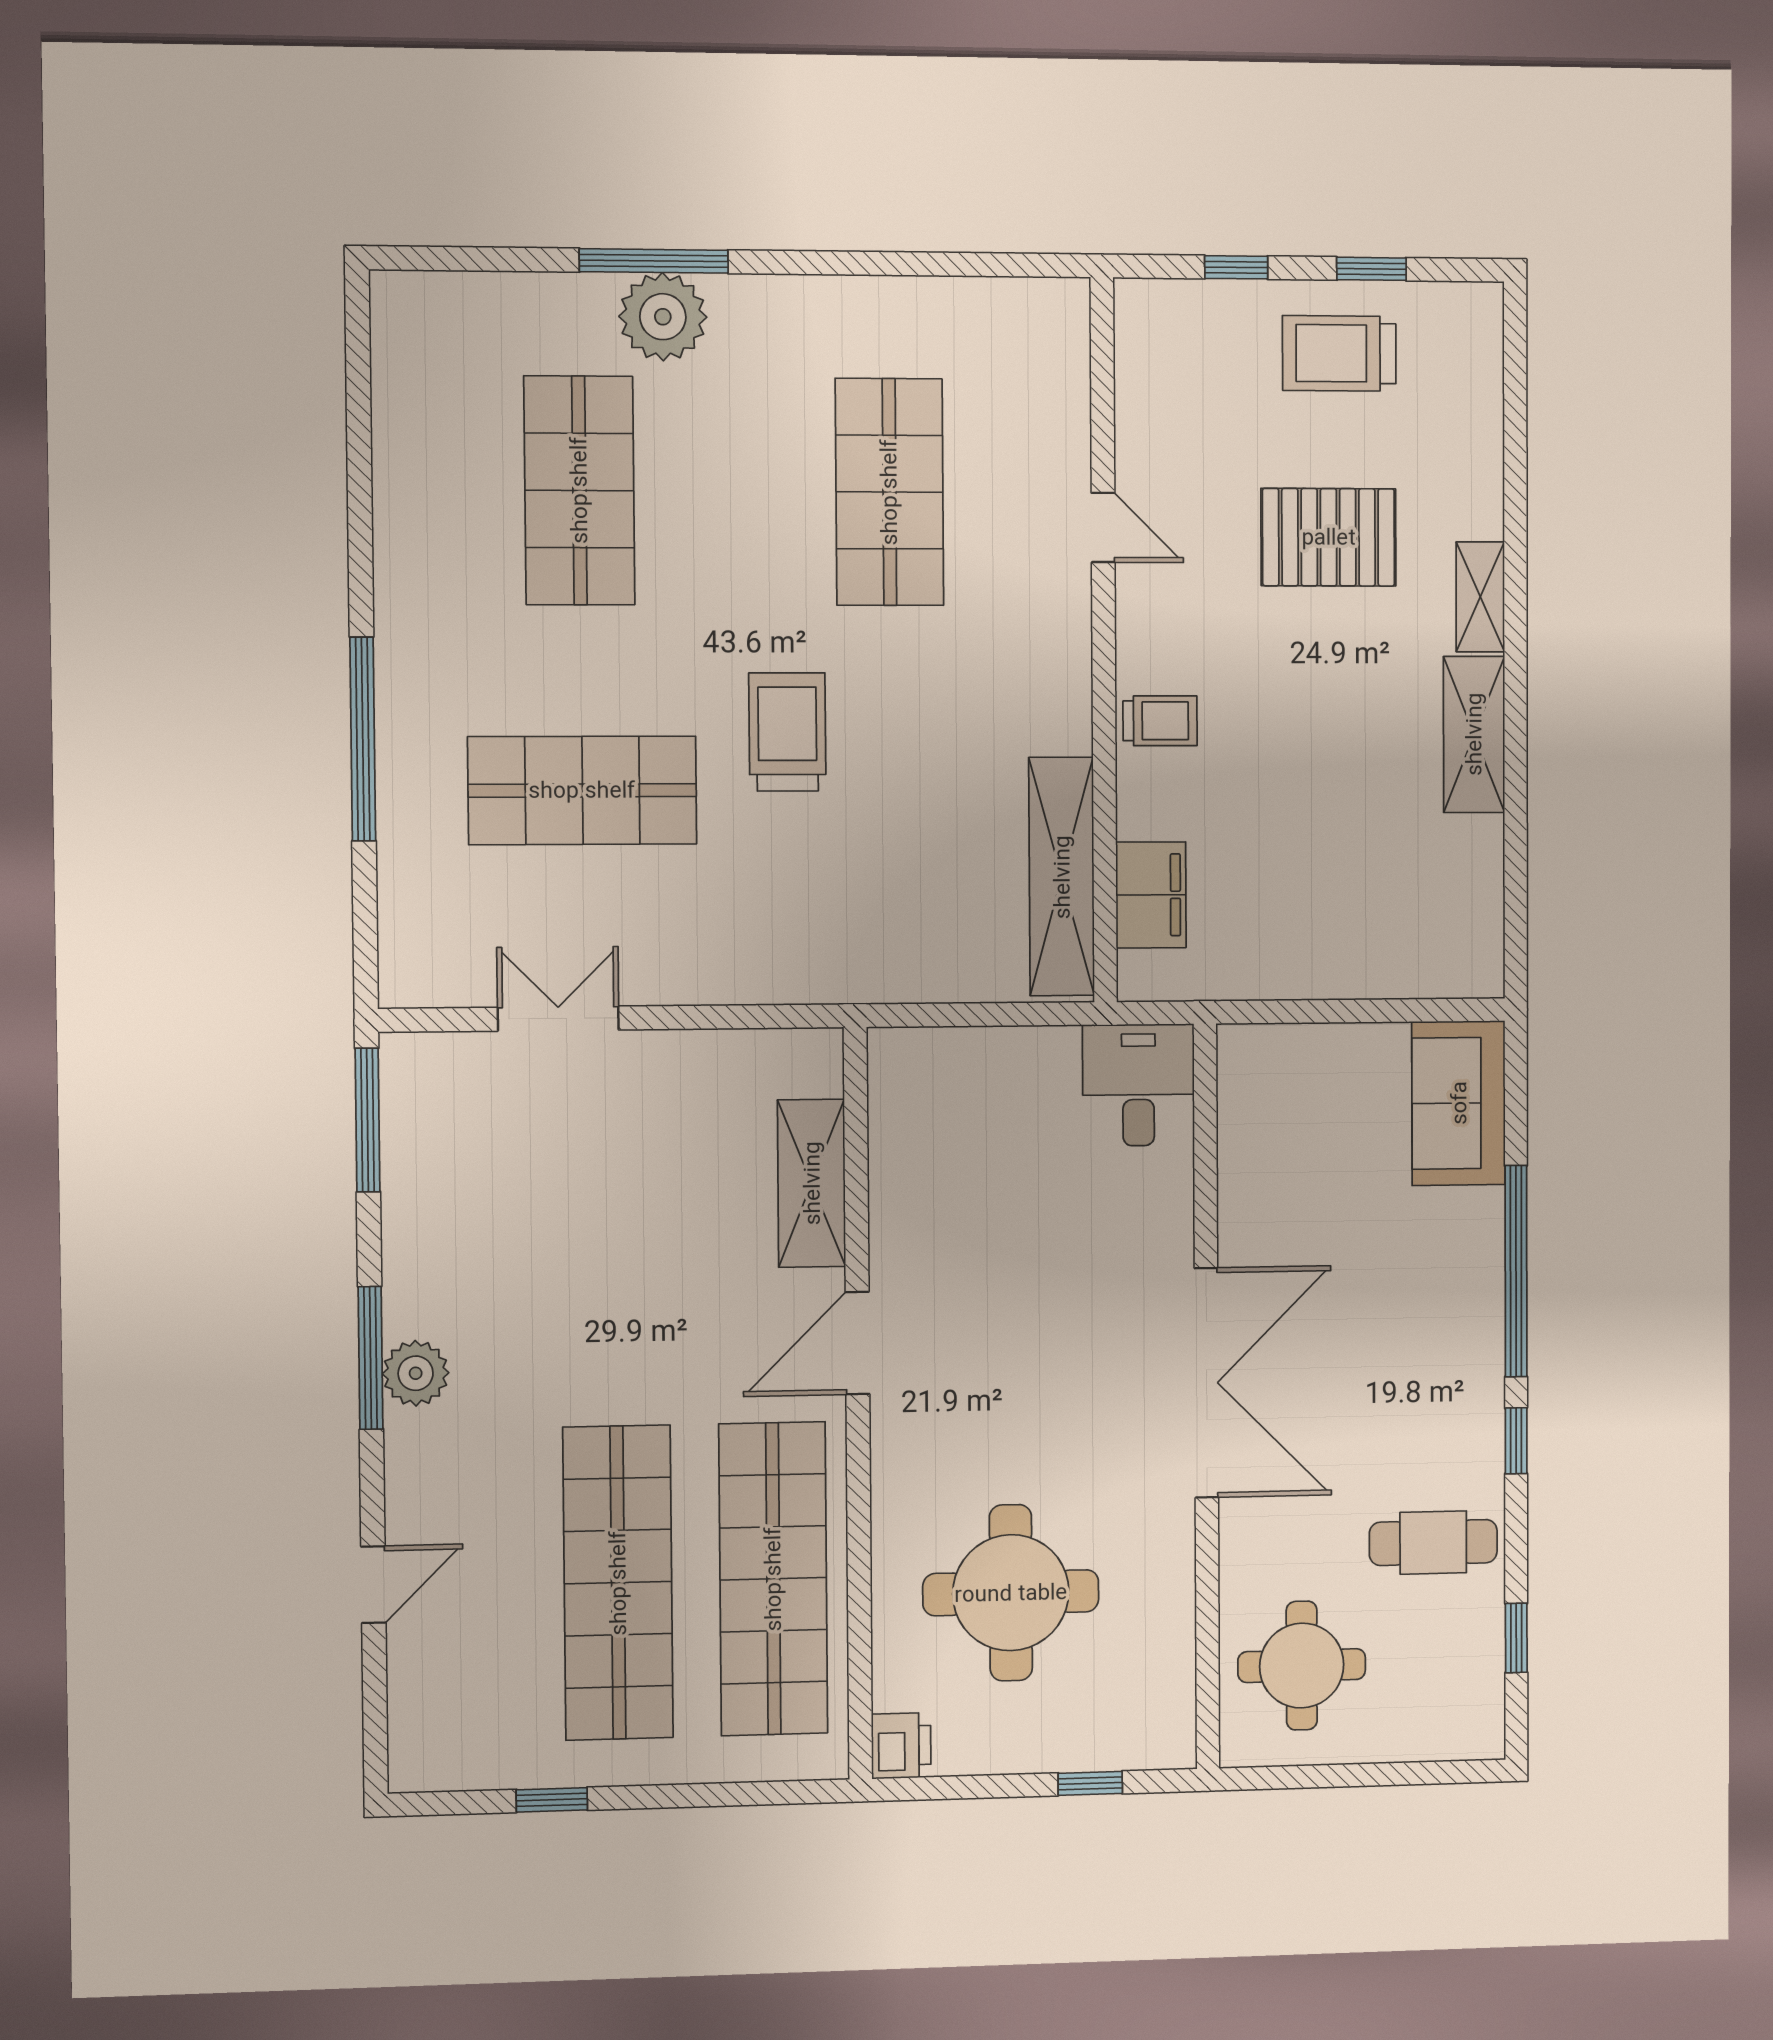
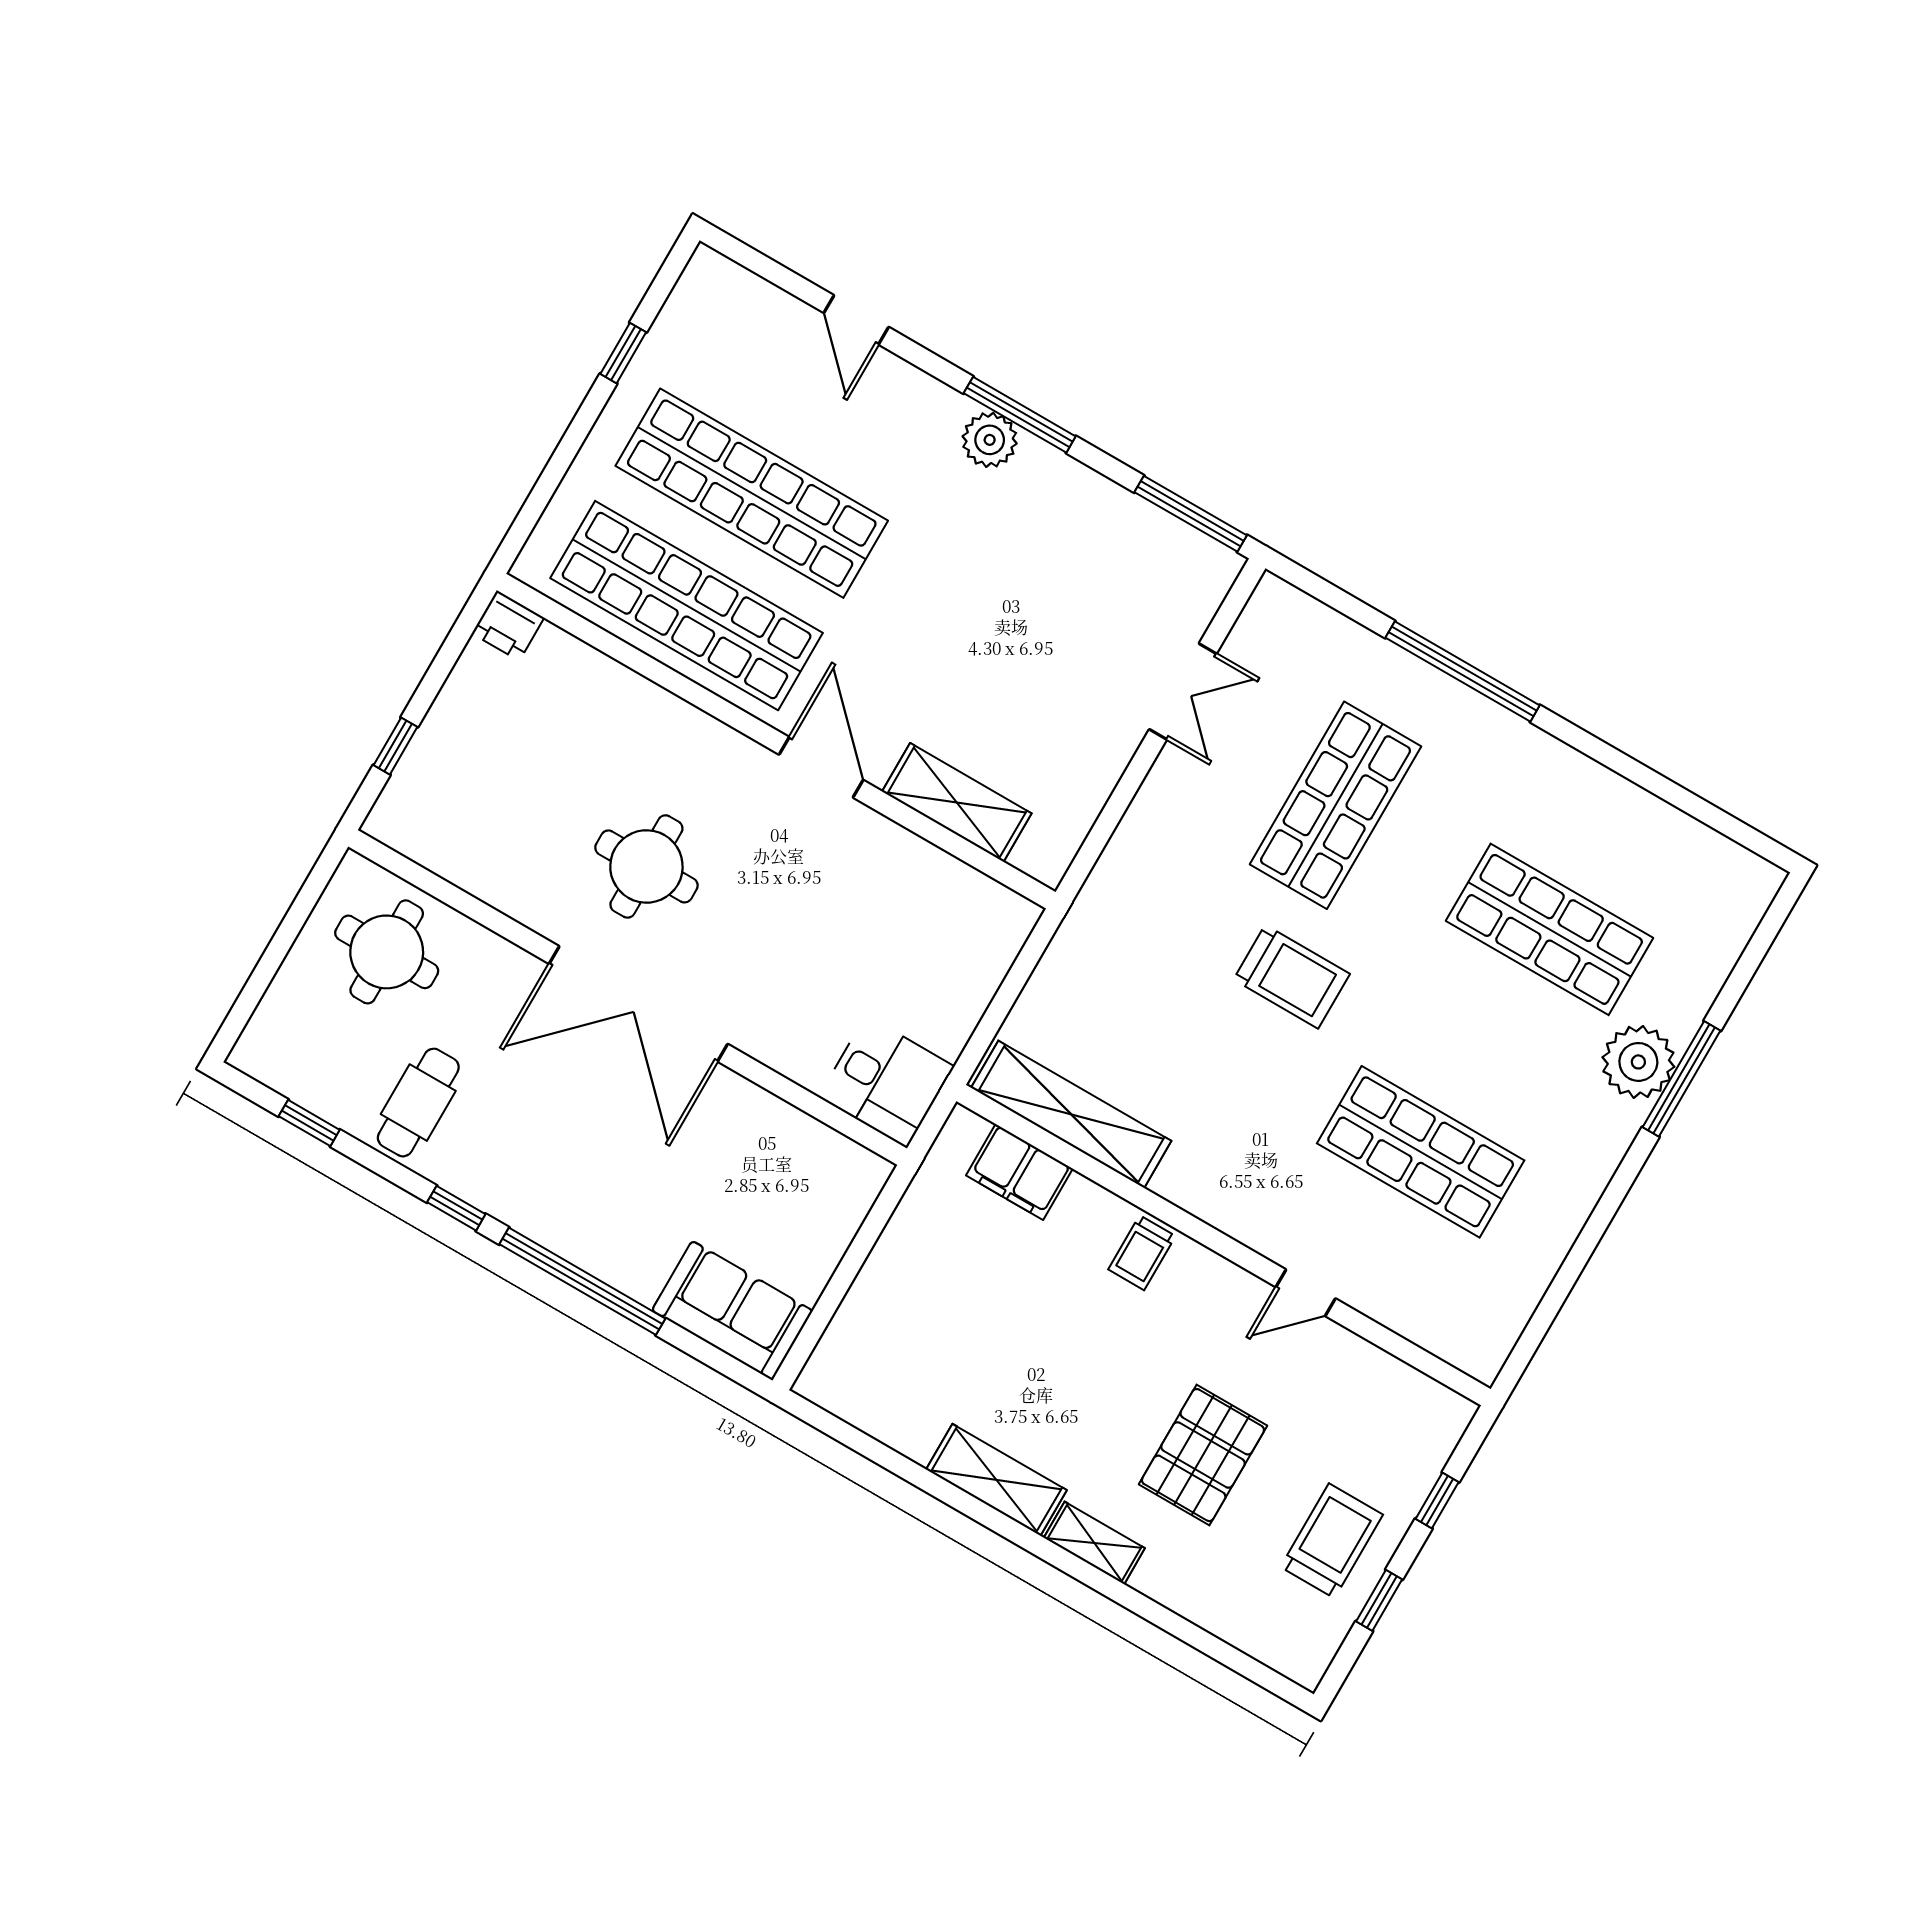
round table: (1011, 1593) -> (646, 866), moved, width x0.73, depth x0.73

